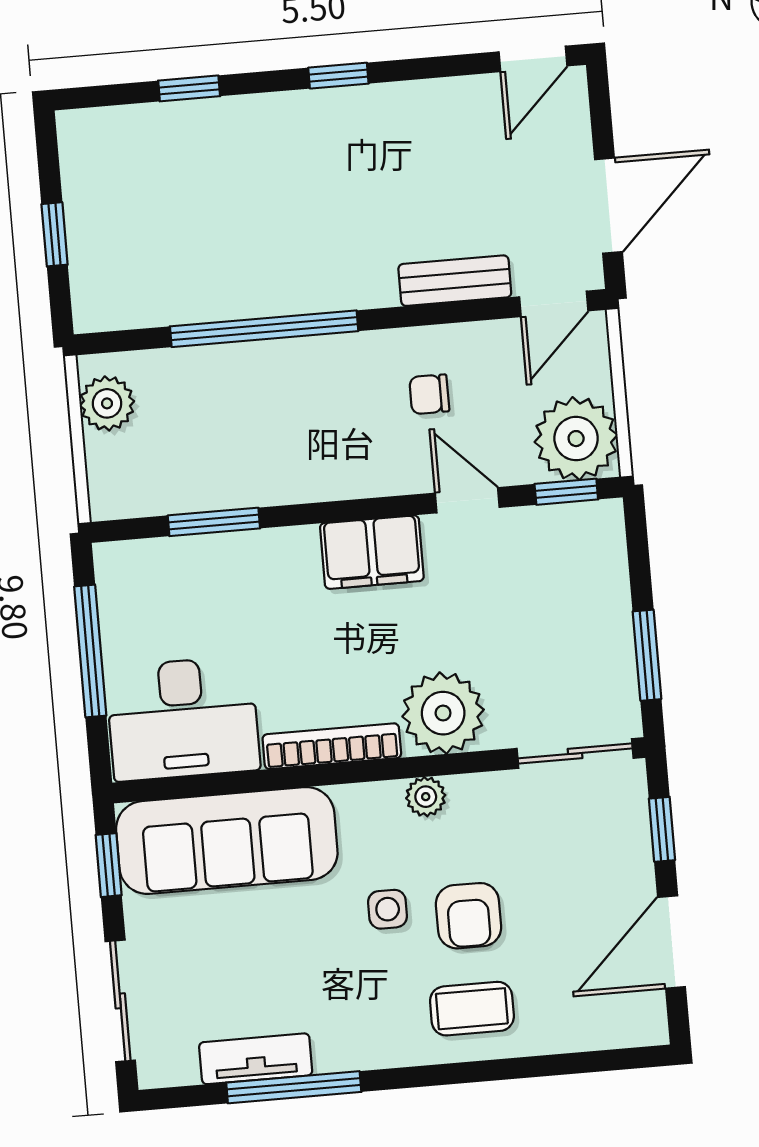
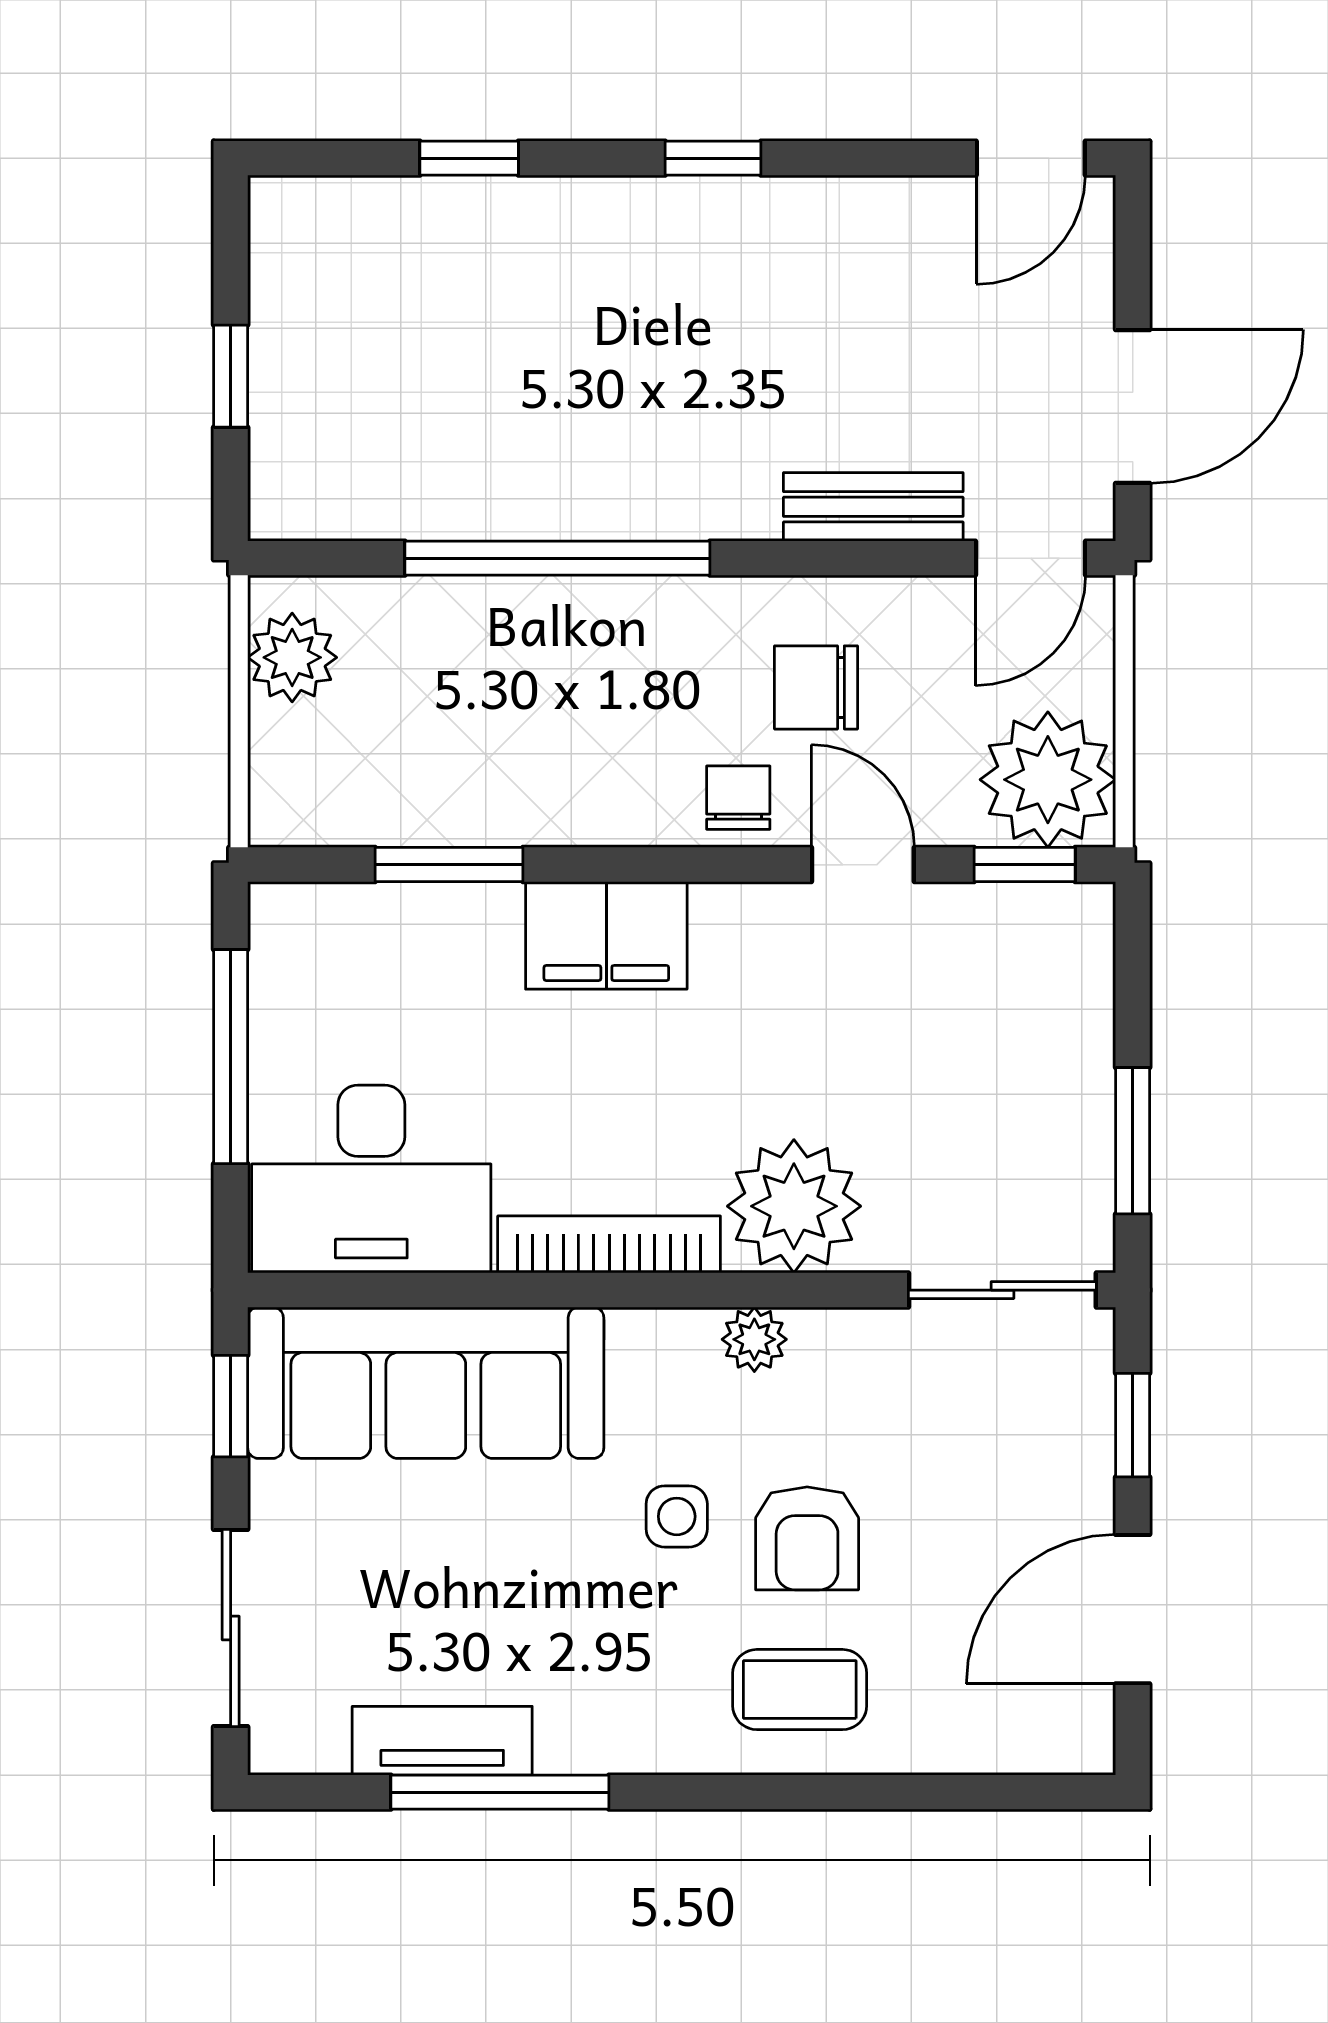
chair: (429, 394) -> (816, 687), width x1.37, depth x1.37
chair: (387, 466) -> (738, 798), added
filing cabinet: (372, 552) -> (606, 935), moved

